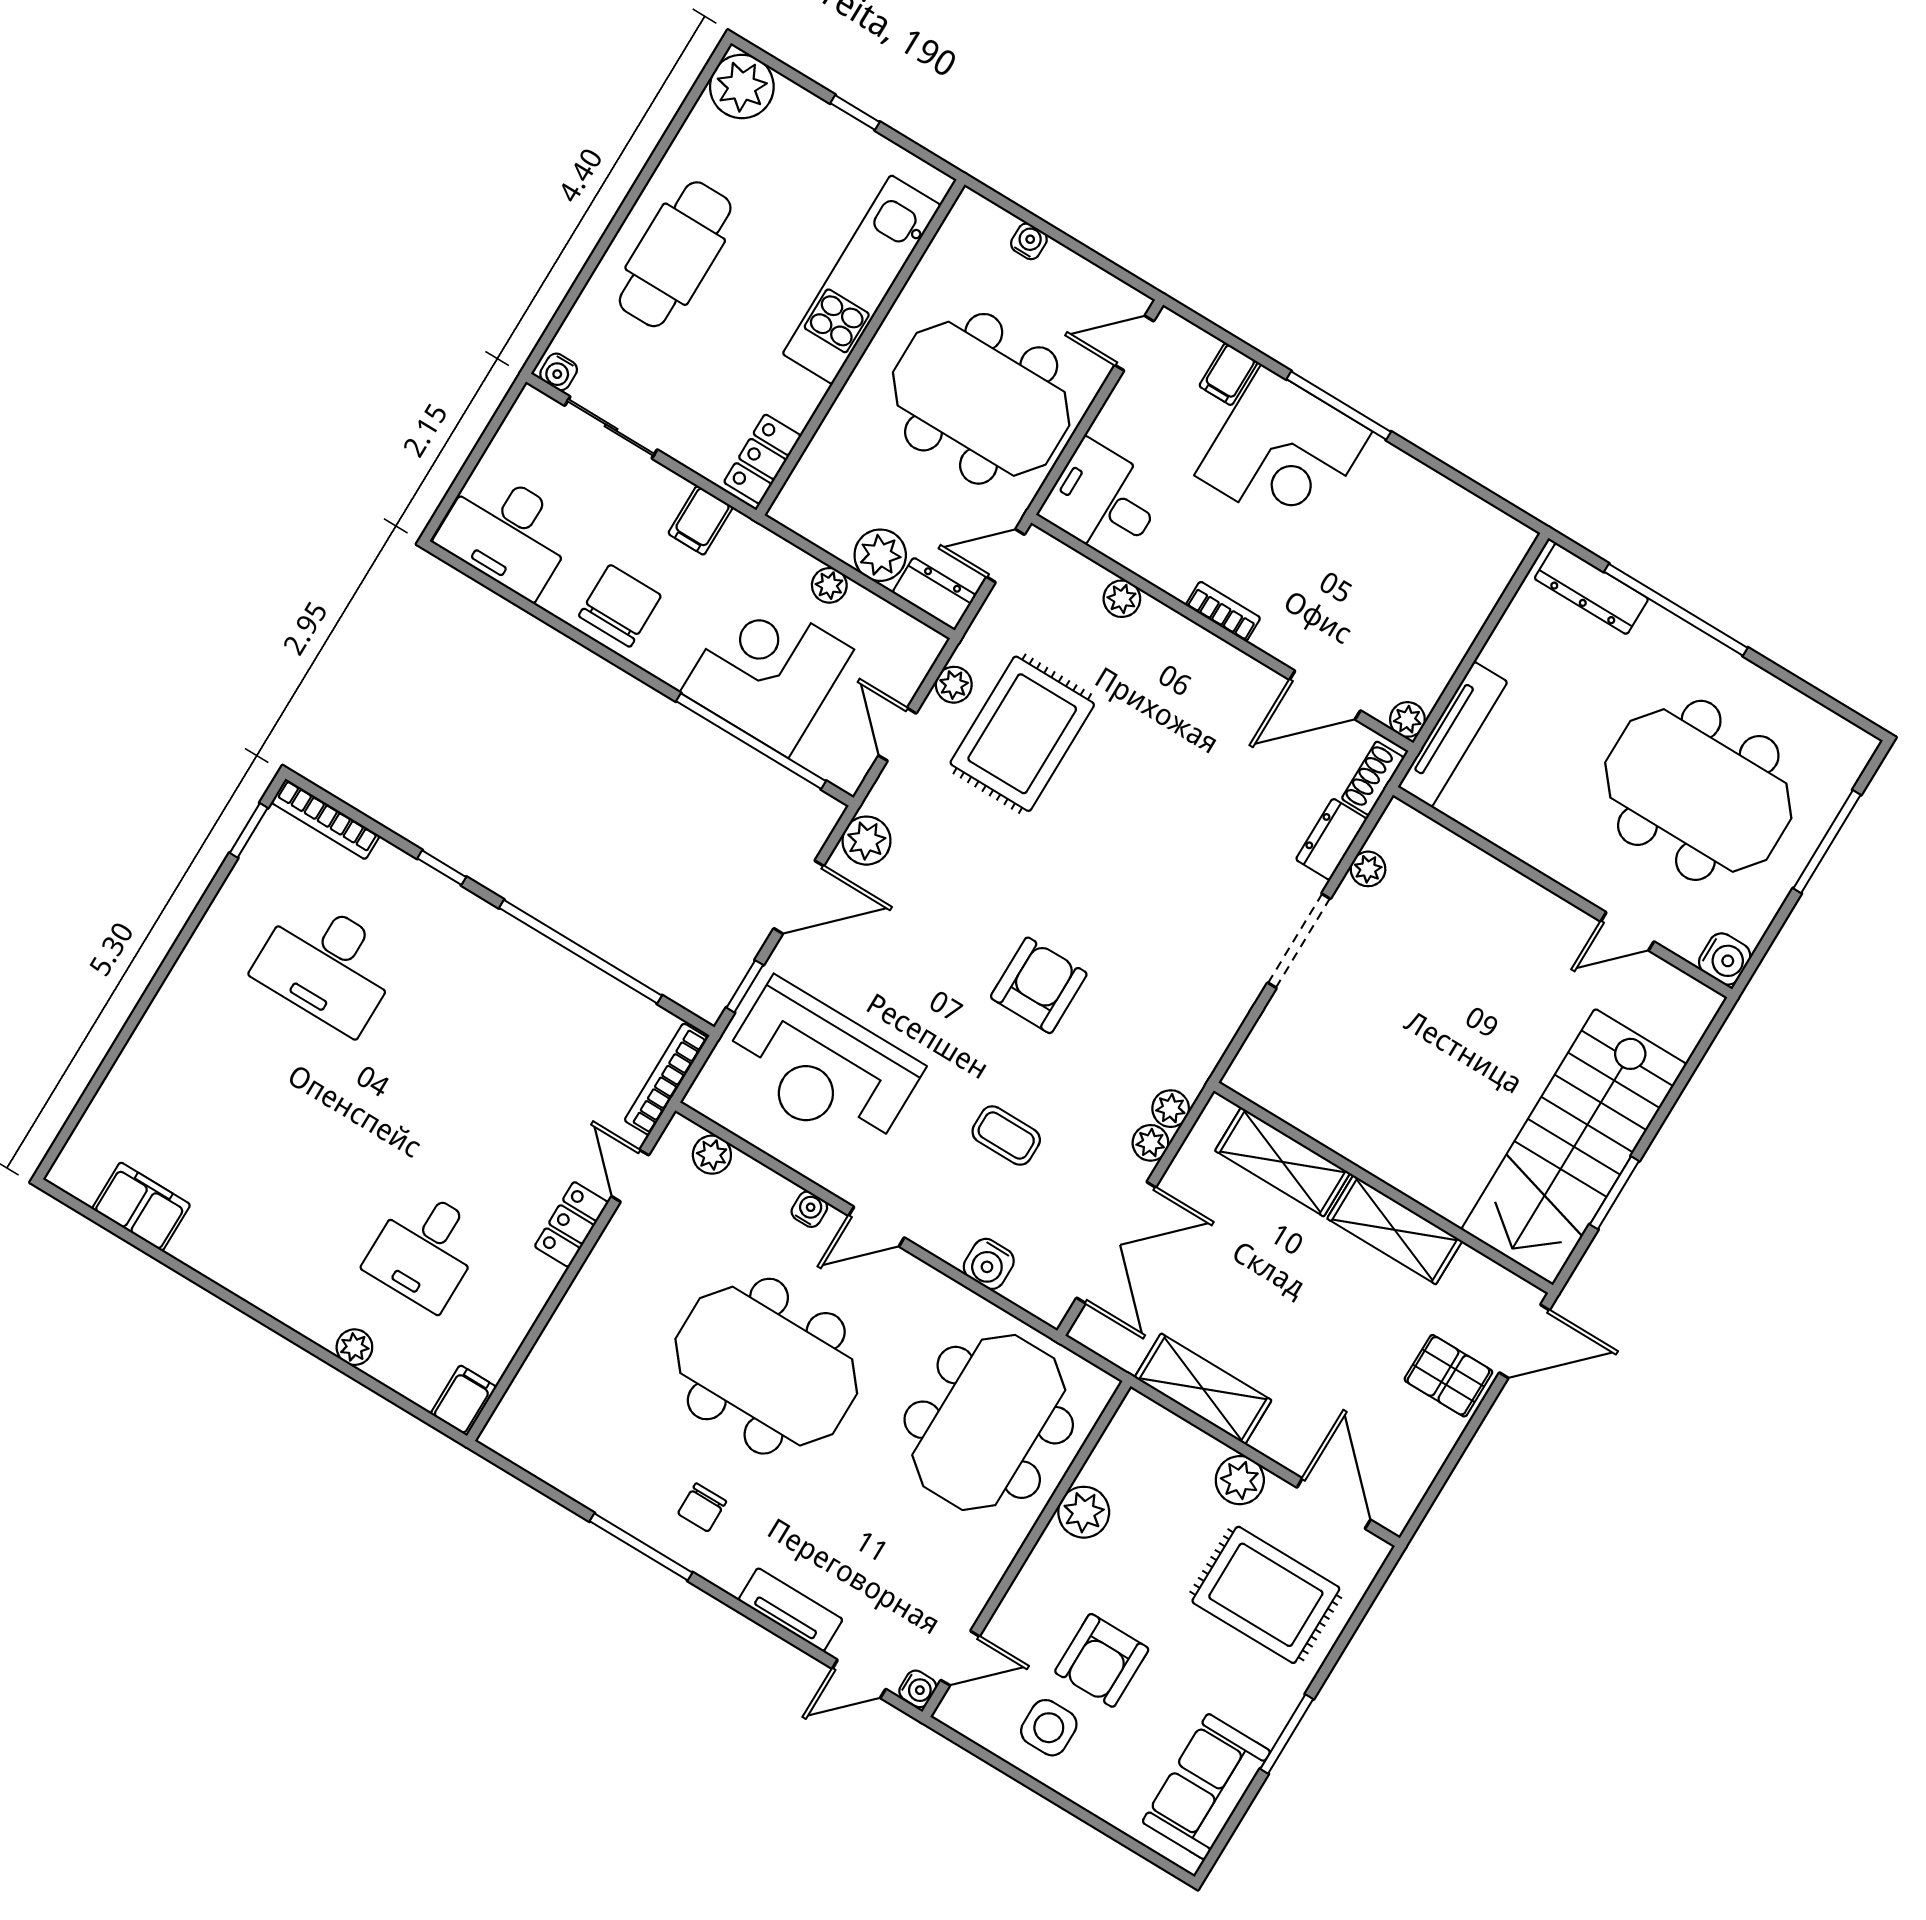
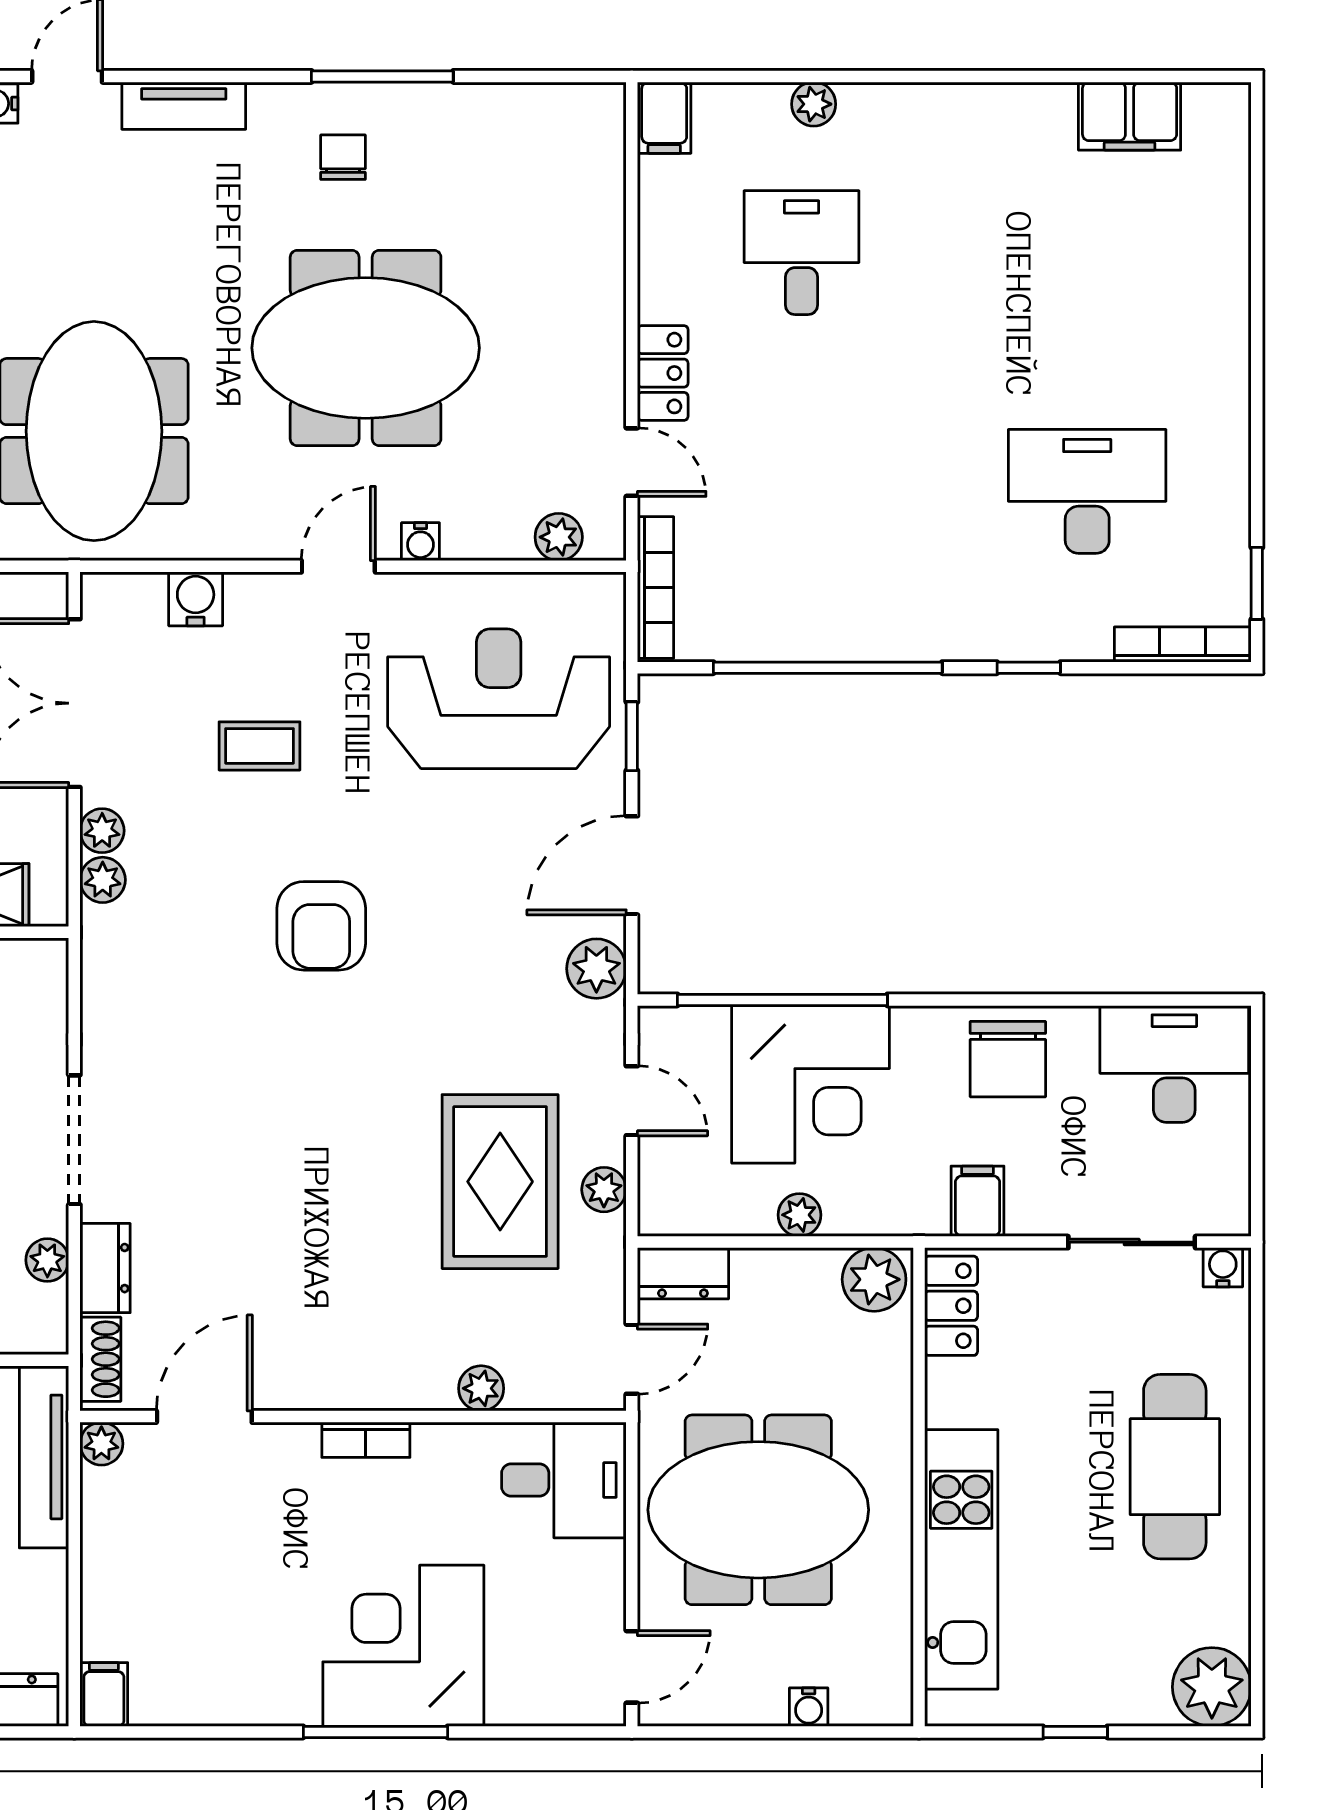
filing cabinet: (1228, 374) -> (104, 1694), moved
plant: (880, 555) -> (874, 1279), moved

